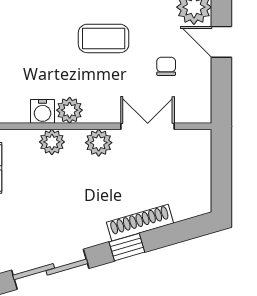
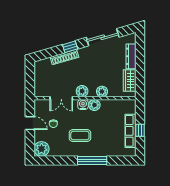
door: (221, 42) -> (30, 123), moved
water cooler: (43, 111) -> (83, 104), moved

